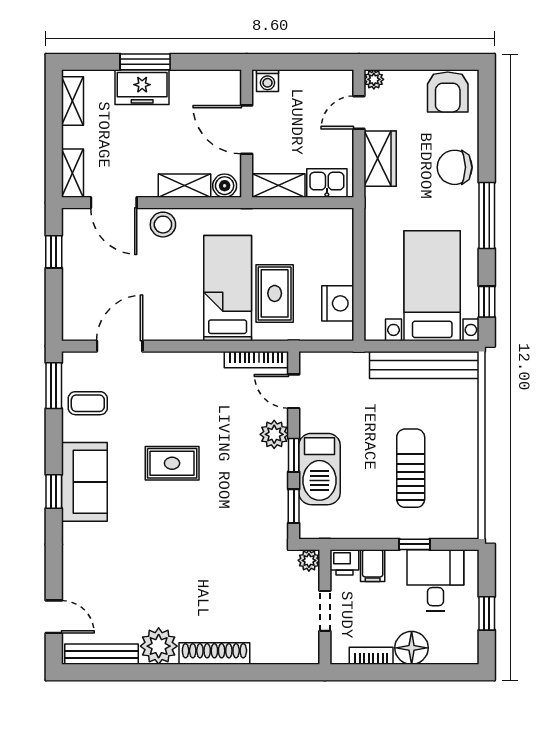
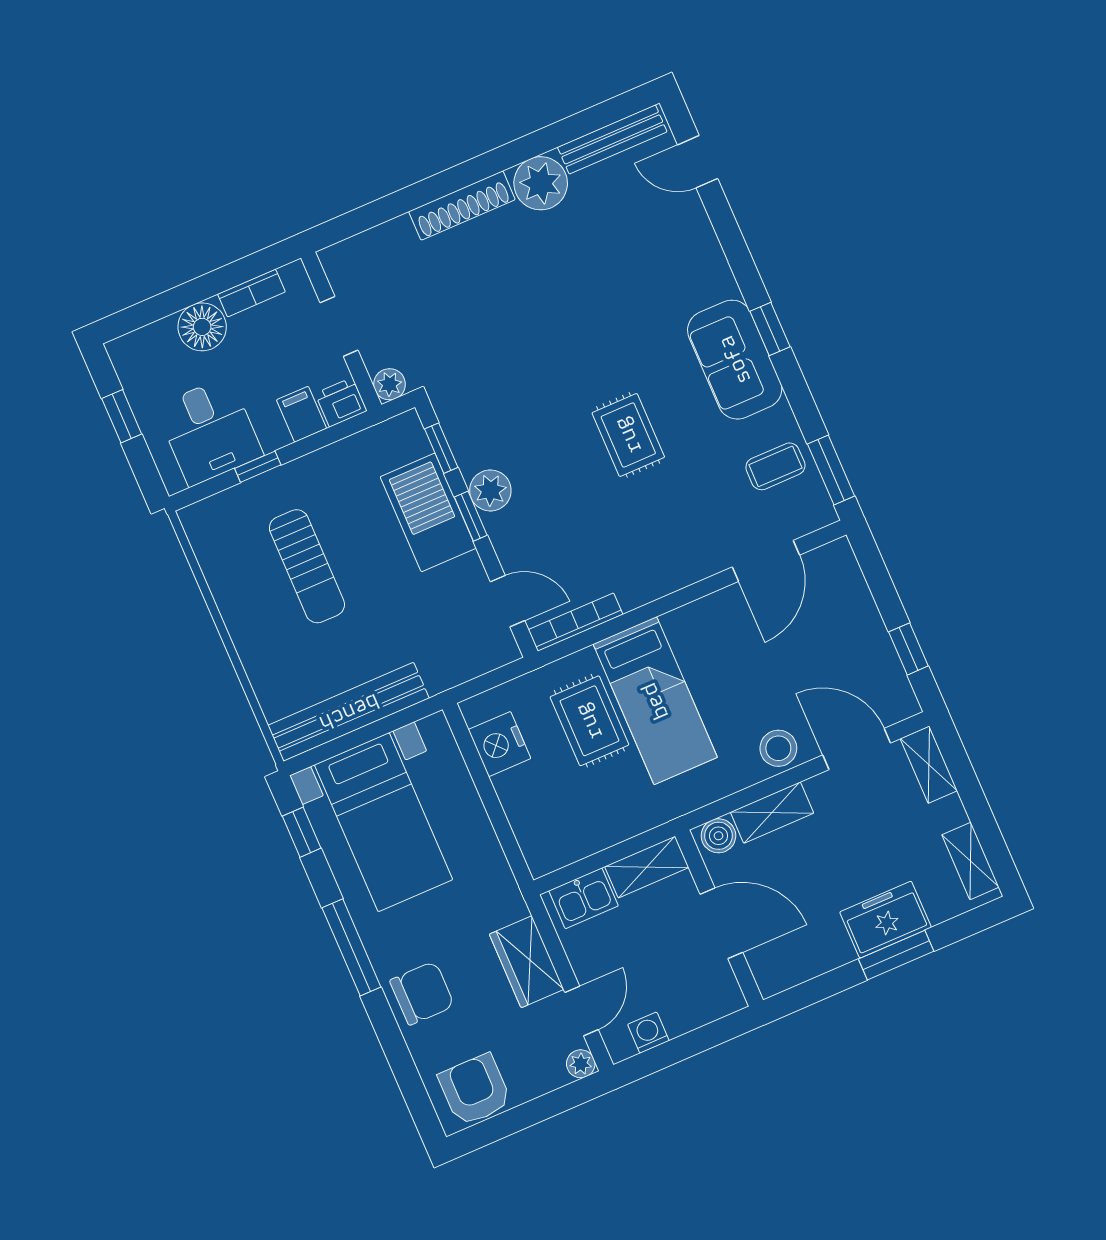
washing machine: (267, 81) -> (648, 1033), moved
plant: (274, 434) -> (490, 490), moved
rug: (172, 463) -> (628, 435), turned 90

